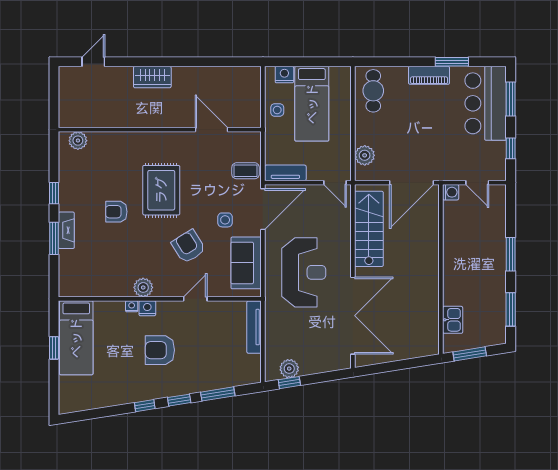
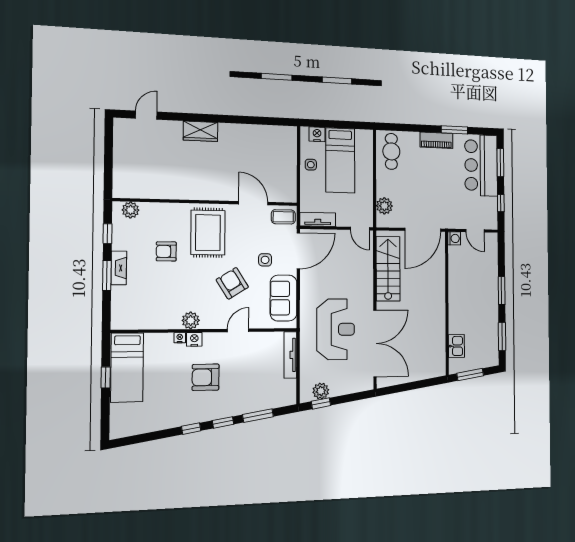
wall: (160, 130) -> (207, 202), moved
door: (212, 130) -> (253, 203), moved
plant: (78, 141) -> (131, 210), moved
reception desk: (304, 272) -> (336, 329), moved

